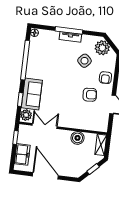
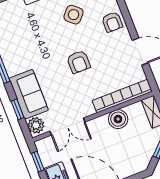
armchair: (90, 95) -> (79, 62), moved, turned 94
bookcase: (87, 125) -> (122, 96), added
double door: (45, 126) -> (67, 127), swing flipped

